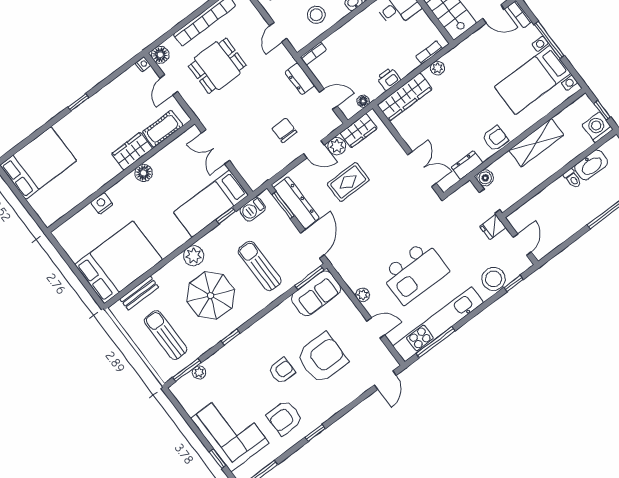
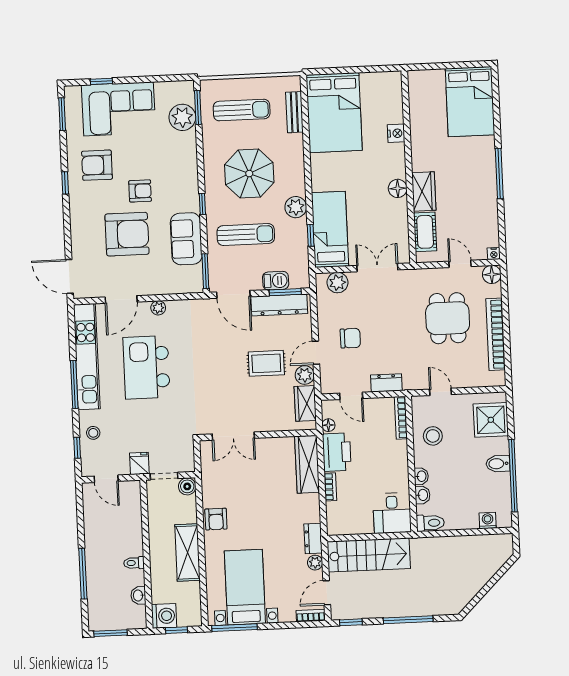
window: (549, 40) -> (235, 628), moved
bookcase: (429, 53) -> (330, 487), moved
bookcase: (313, 54) -> (401, 418), width x1.56
plant: (437, 68) -> (315, 563), moved
printer: (389, 79) -> (337, 452), width x1.87, depth x1.48
door: (328, 99) -> (351, 396), hinge flipped
window: (78, 102) -> (499, 174), width x2.17
dresser: (467, 165) -> (313, 539), moved, turned 180
washbasin: (591, 165) -> (138, 595), width x0.52, depth x0.69
plant: (248, 170) -> (337, 283), added
rug: (348, 182) -> (266, 363), turned 90
barbecue: (253, 209) -> (276, 281), moved, turned 90
plant: (194, 256) -> (296, 207), moved
stool: (494, 279) -> (93, 433), width x0.53, depth x0.53
sofa: (316, 293) -> (186, 239), moved
door: (376, 328) -> (121, 299), width x1.38
window: (230, 337) -> (202, 204), moved
window: (435, 342) -> (74, 384), moved
armchair: (322, 358) -> (127, 234), turned -90
armchair: (282, 371) -> (140, 191), turned -90
plant: (199, 372) -> (182, 117), width x1.87, depth x1.87
door: (385, 380) -> (69, 276), width x1.38
armchair: (285, 418) -> (97, 165), turned -90

